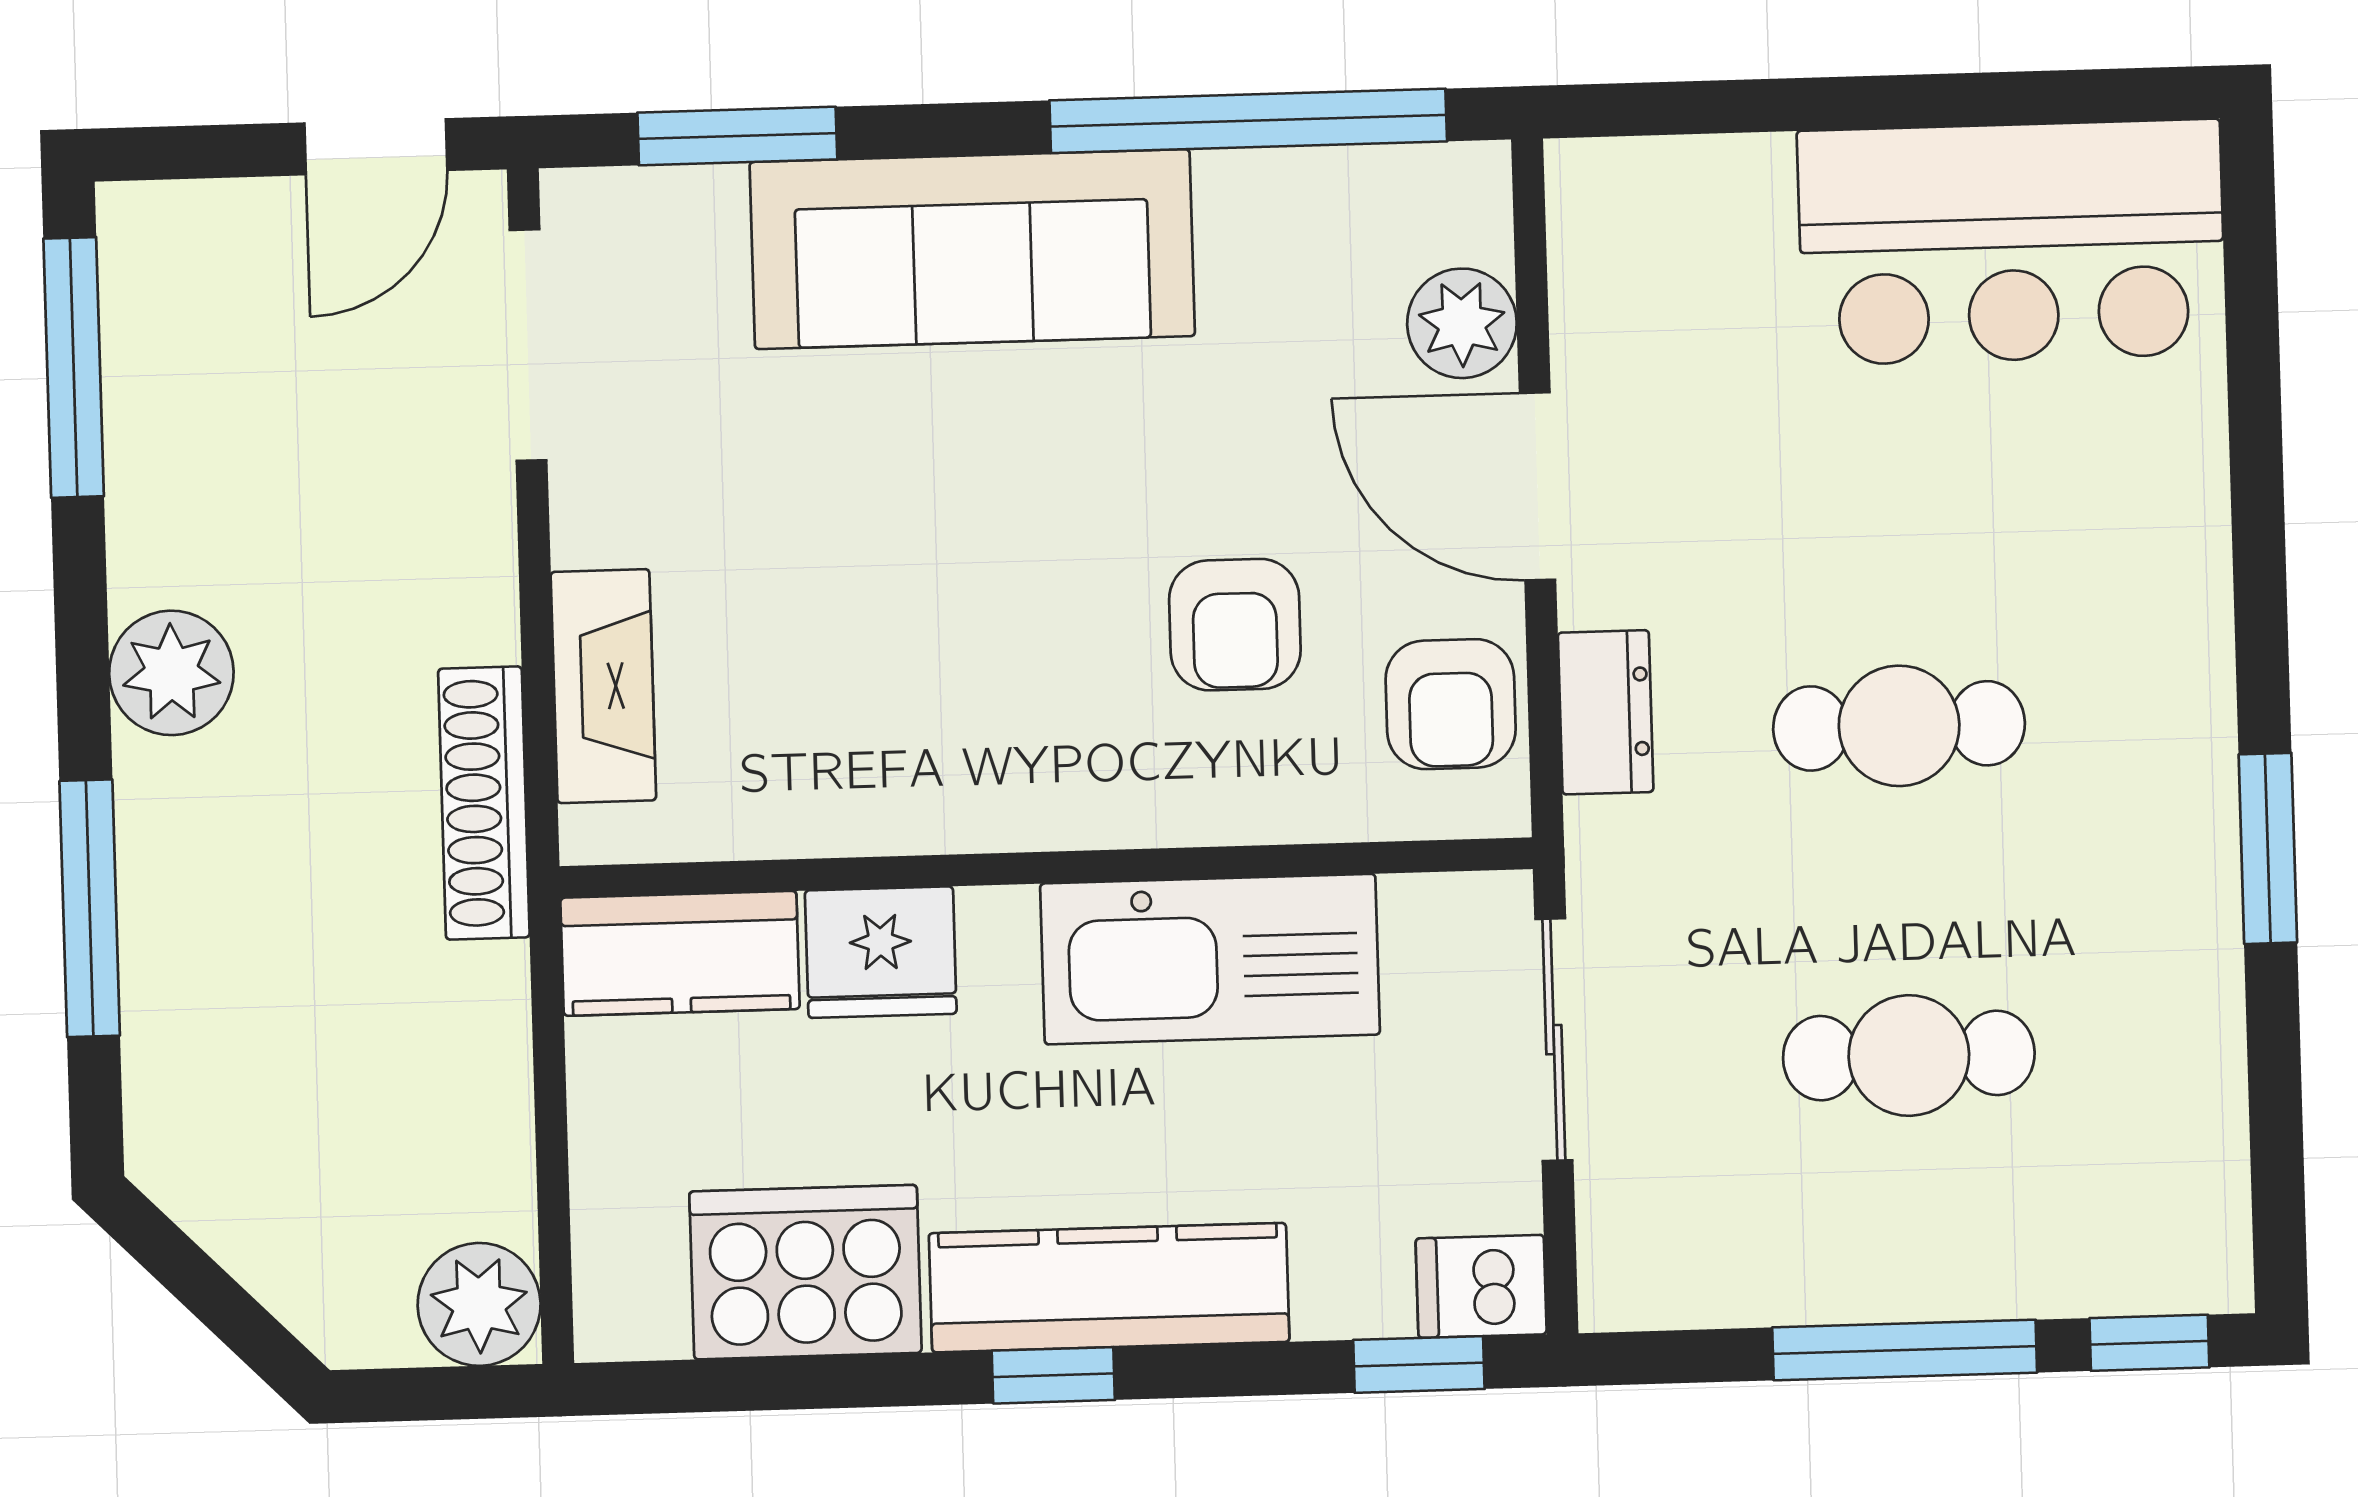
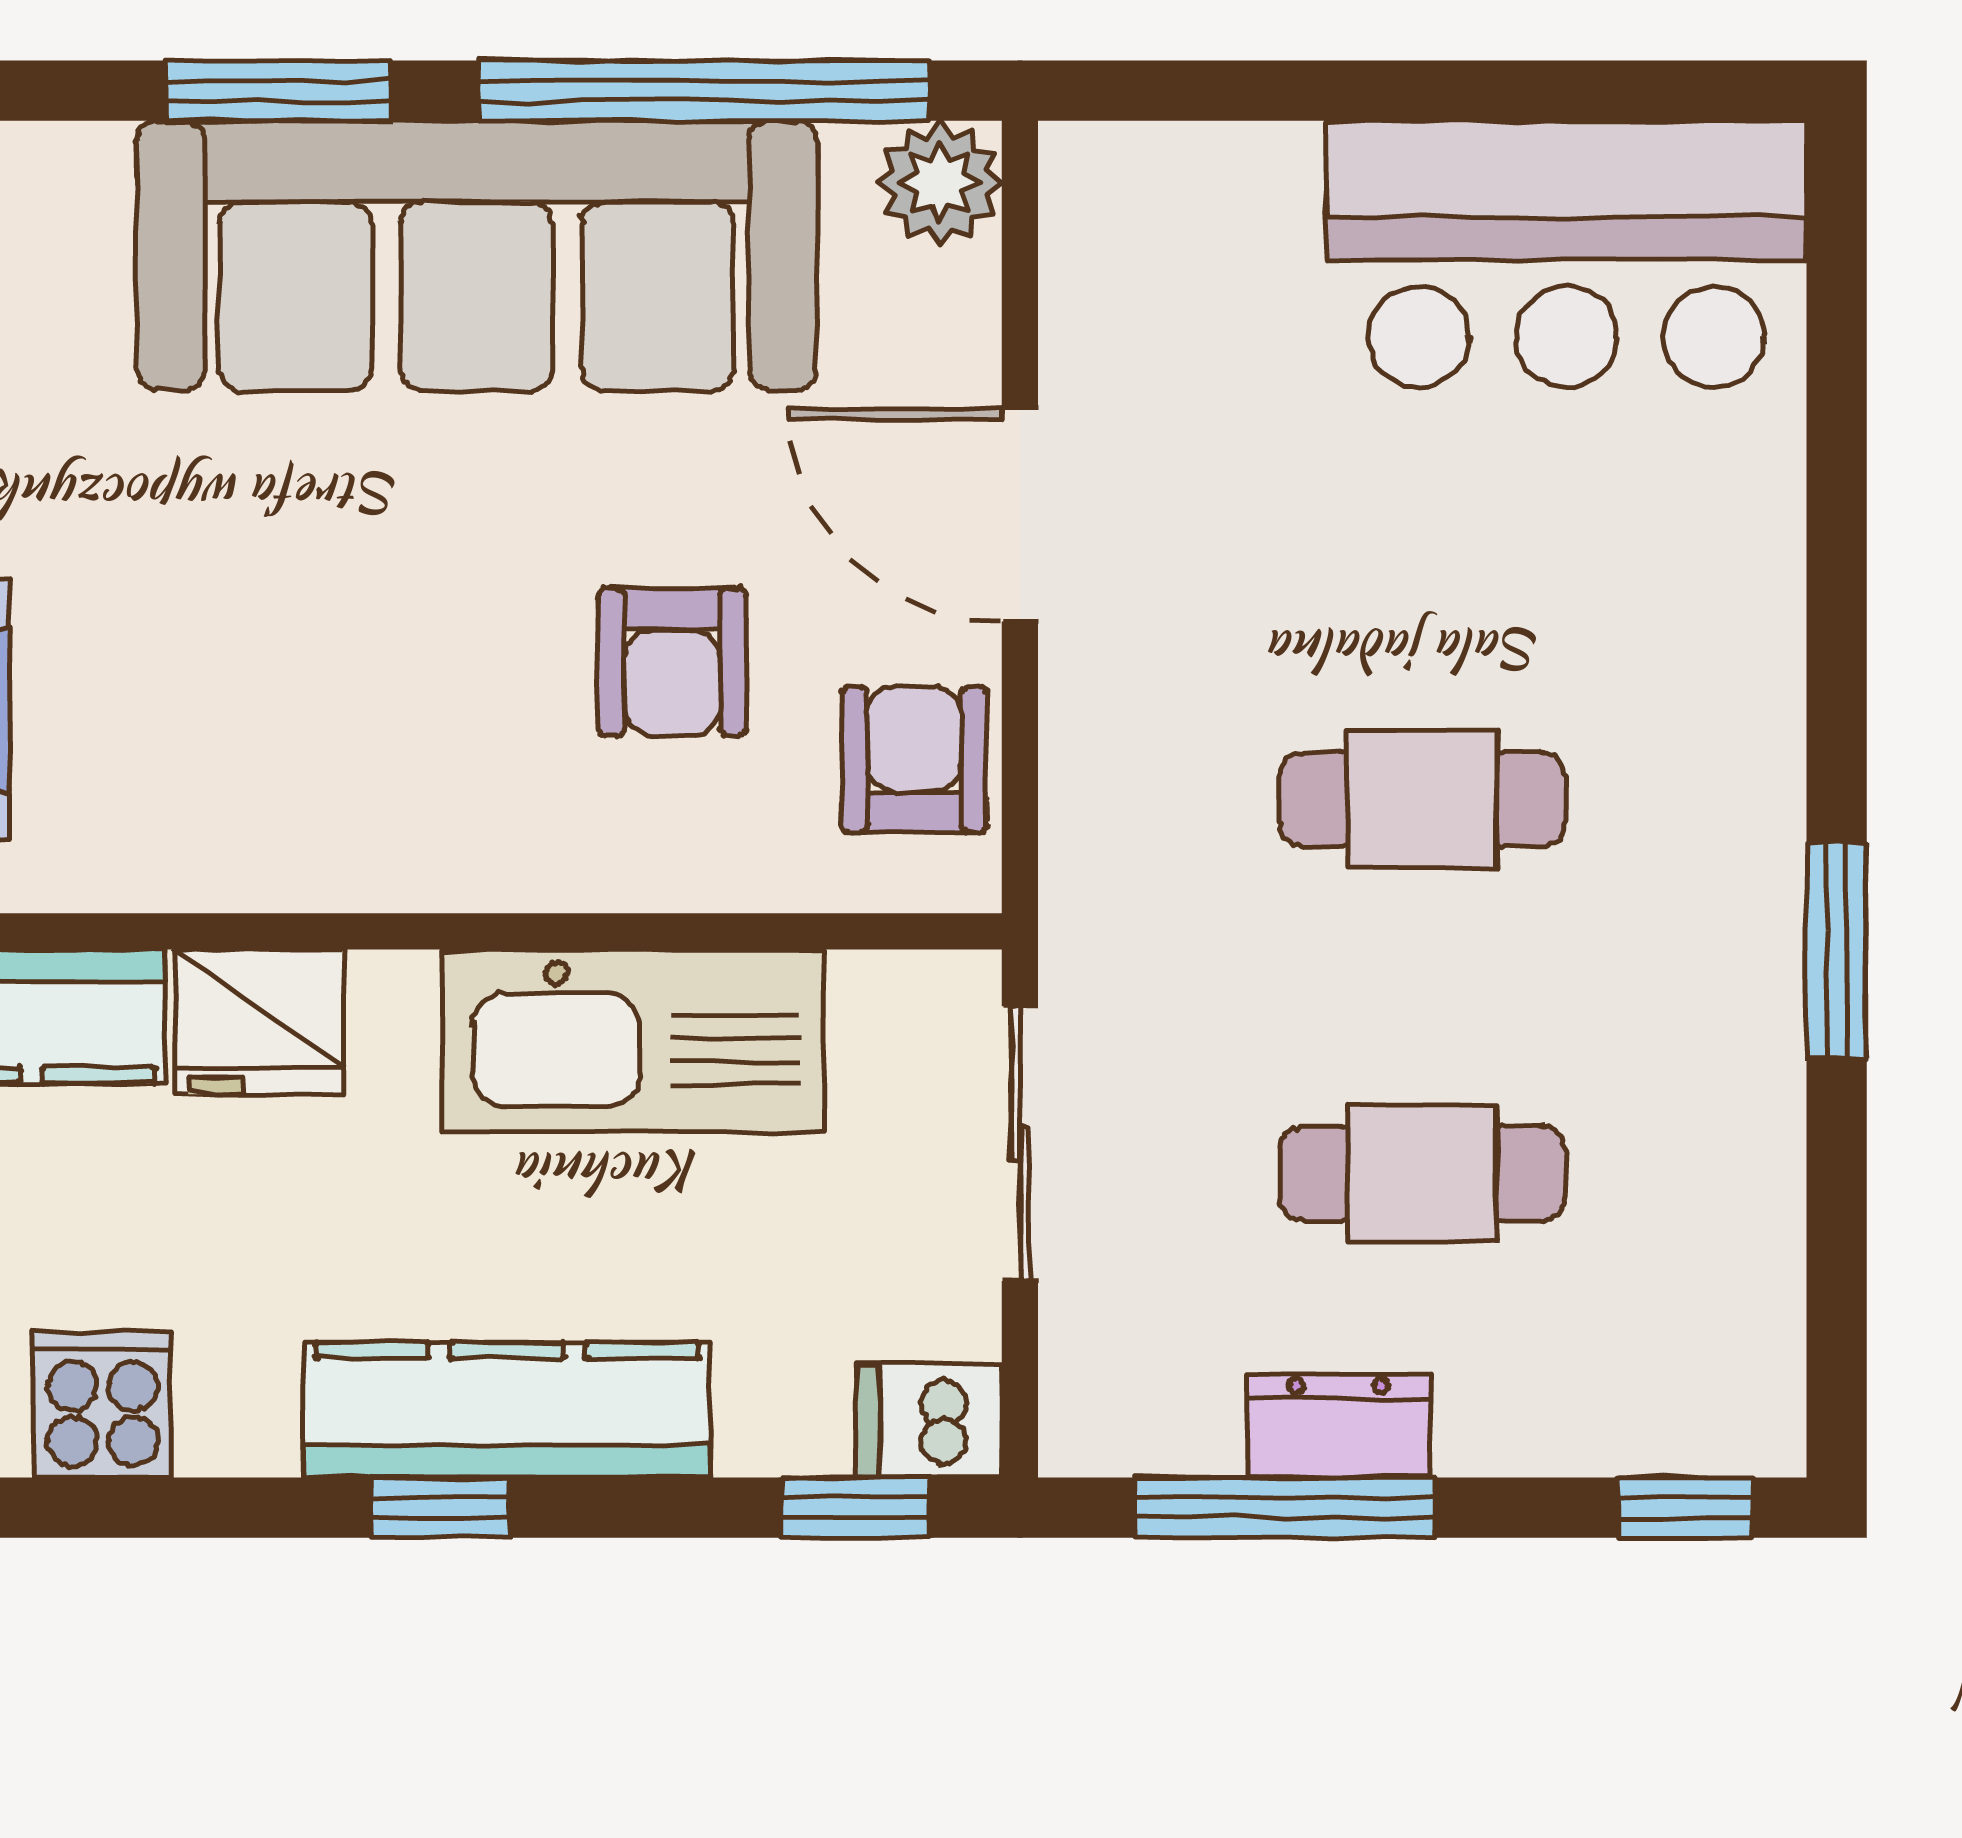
window: (737, 136) -> (279, 91), moved
sofa: (972, 249) -> (477, 256), width x1.36, depth x1.27
plant: (1462, 323) -> (940, 183), moved
armchair: (1451, 704) -> (914, 759), turned 180
dresser: (1606, 712) -> (1338, 1426), moved, turned -90
cooker: (805, 1272) -> (103, 1405), width x0.53, depth x0.76
window: (1905, 1350) -> (1286, 1508), moved

